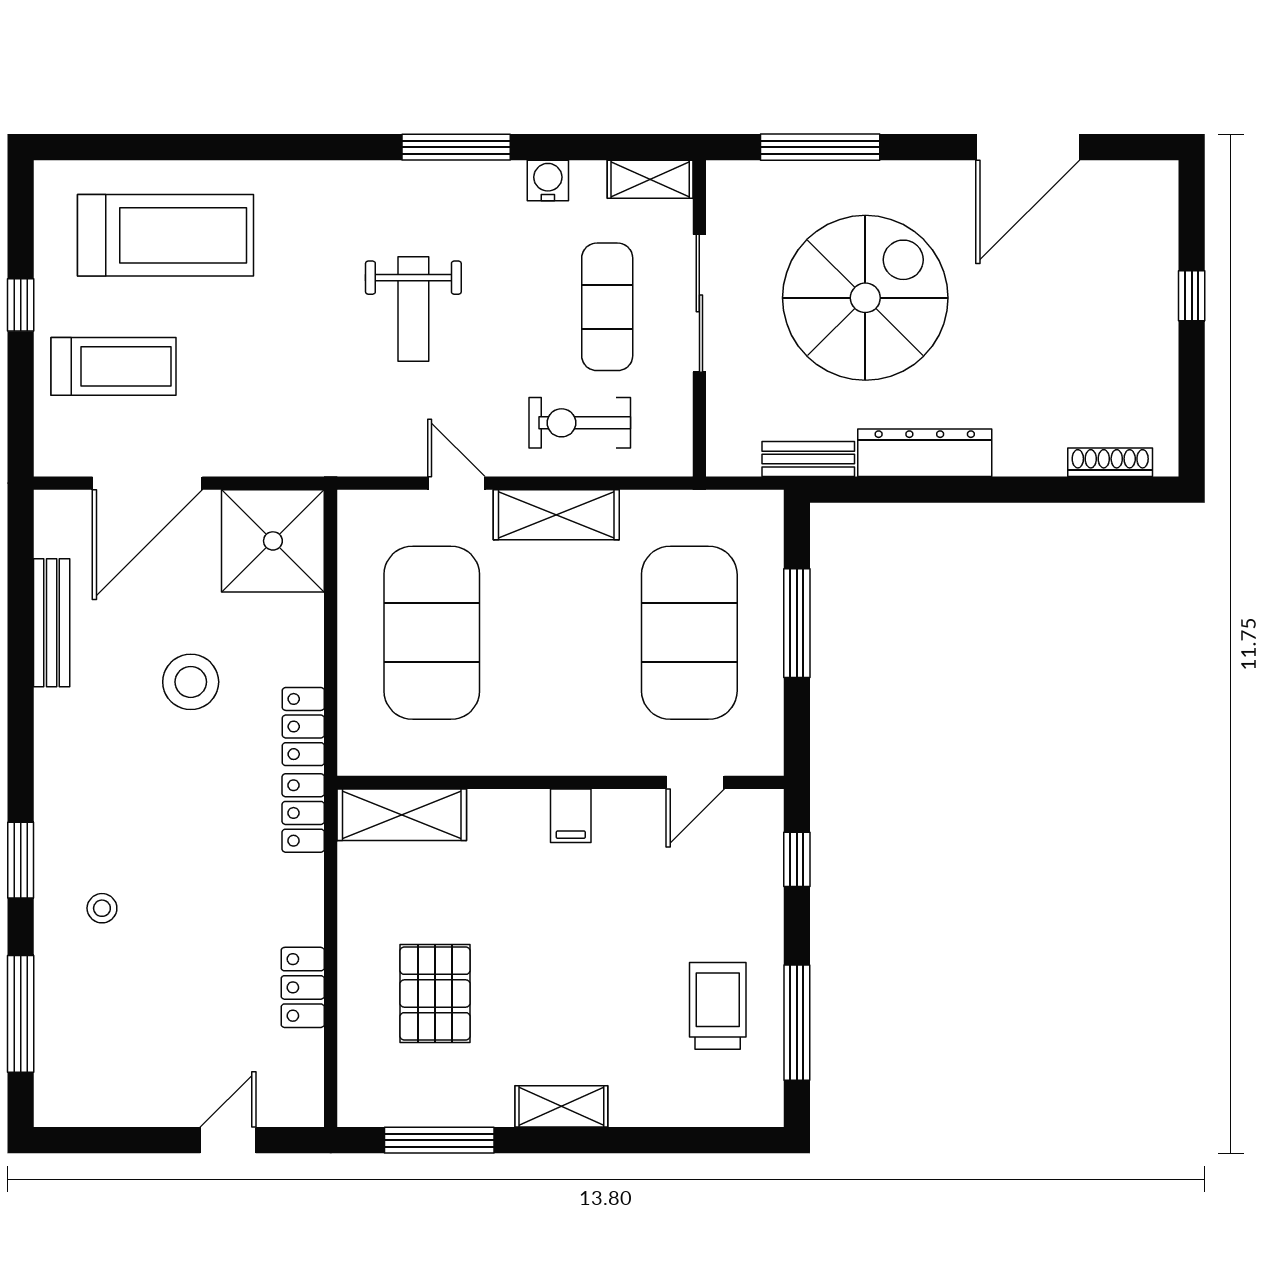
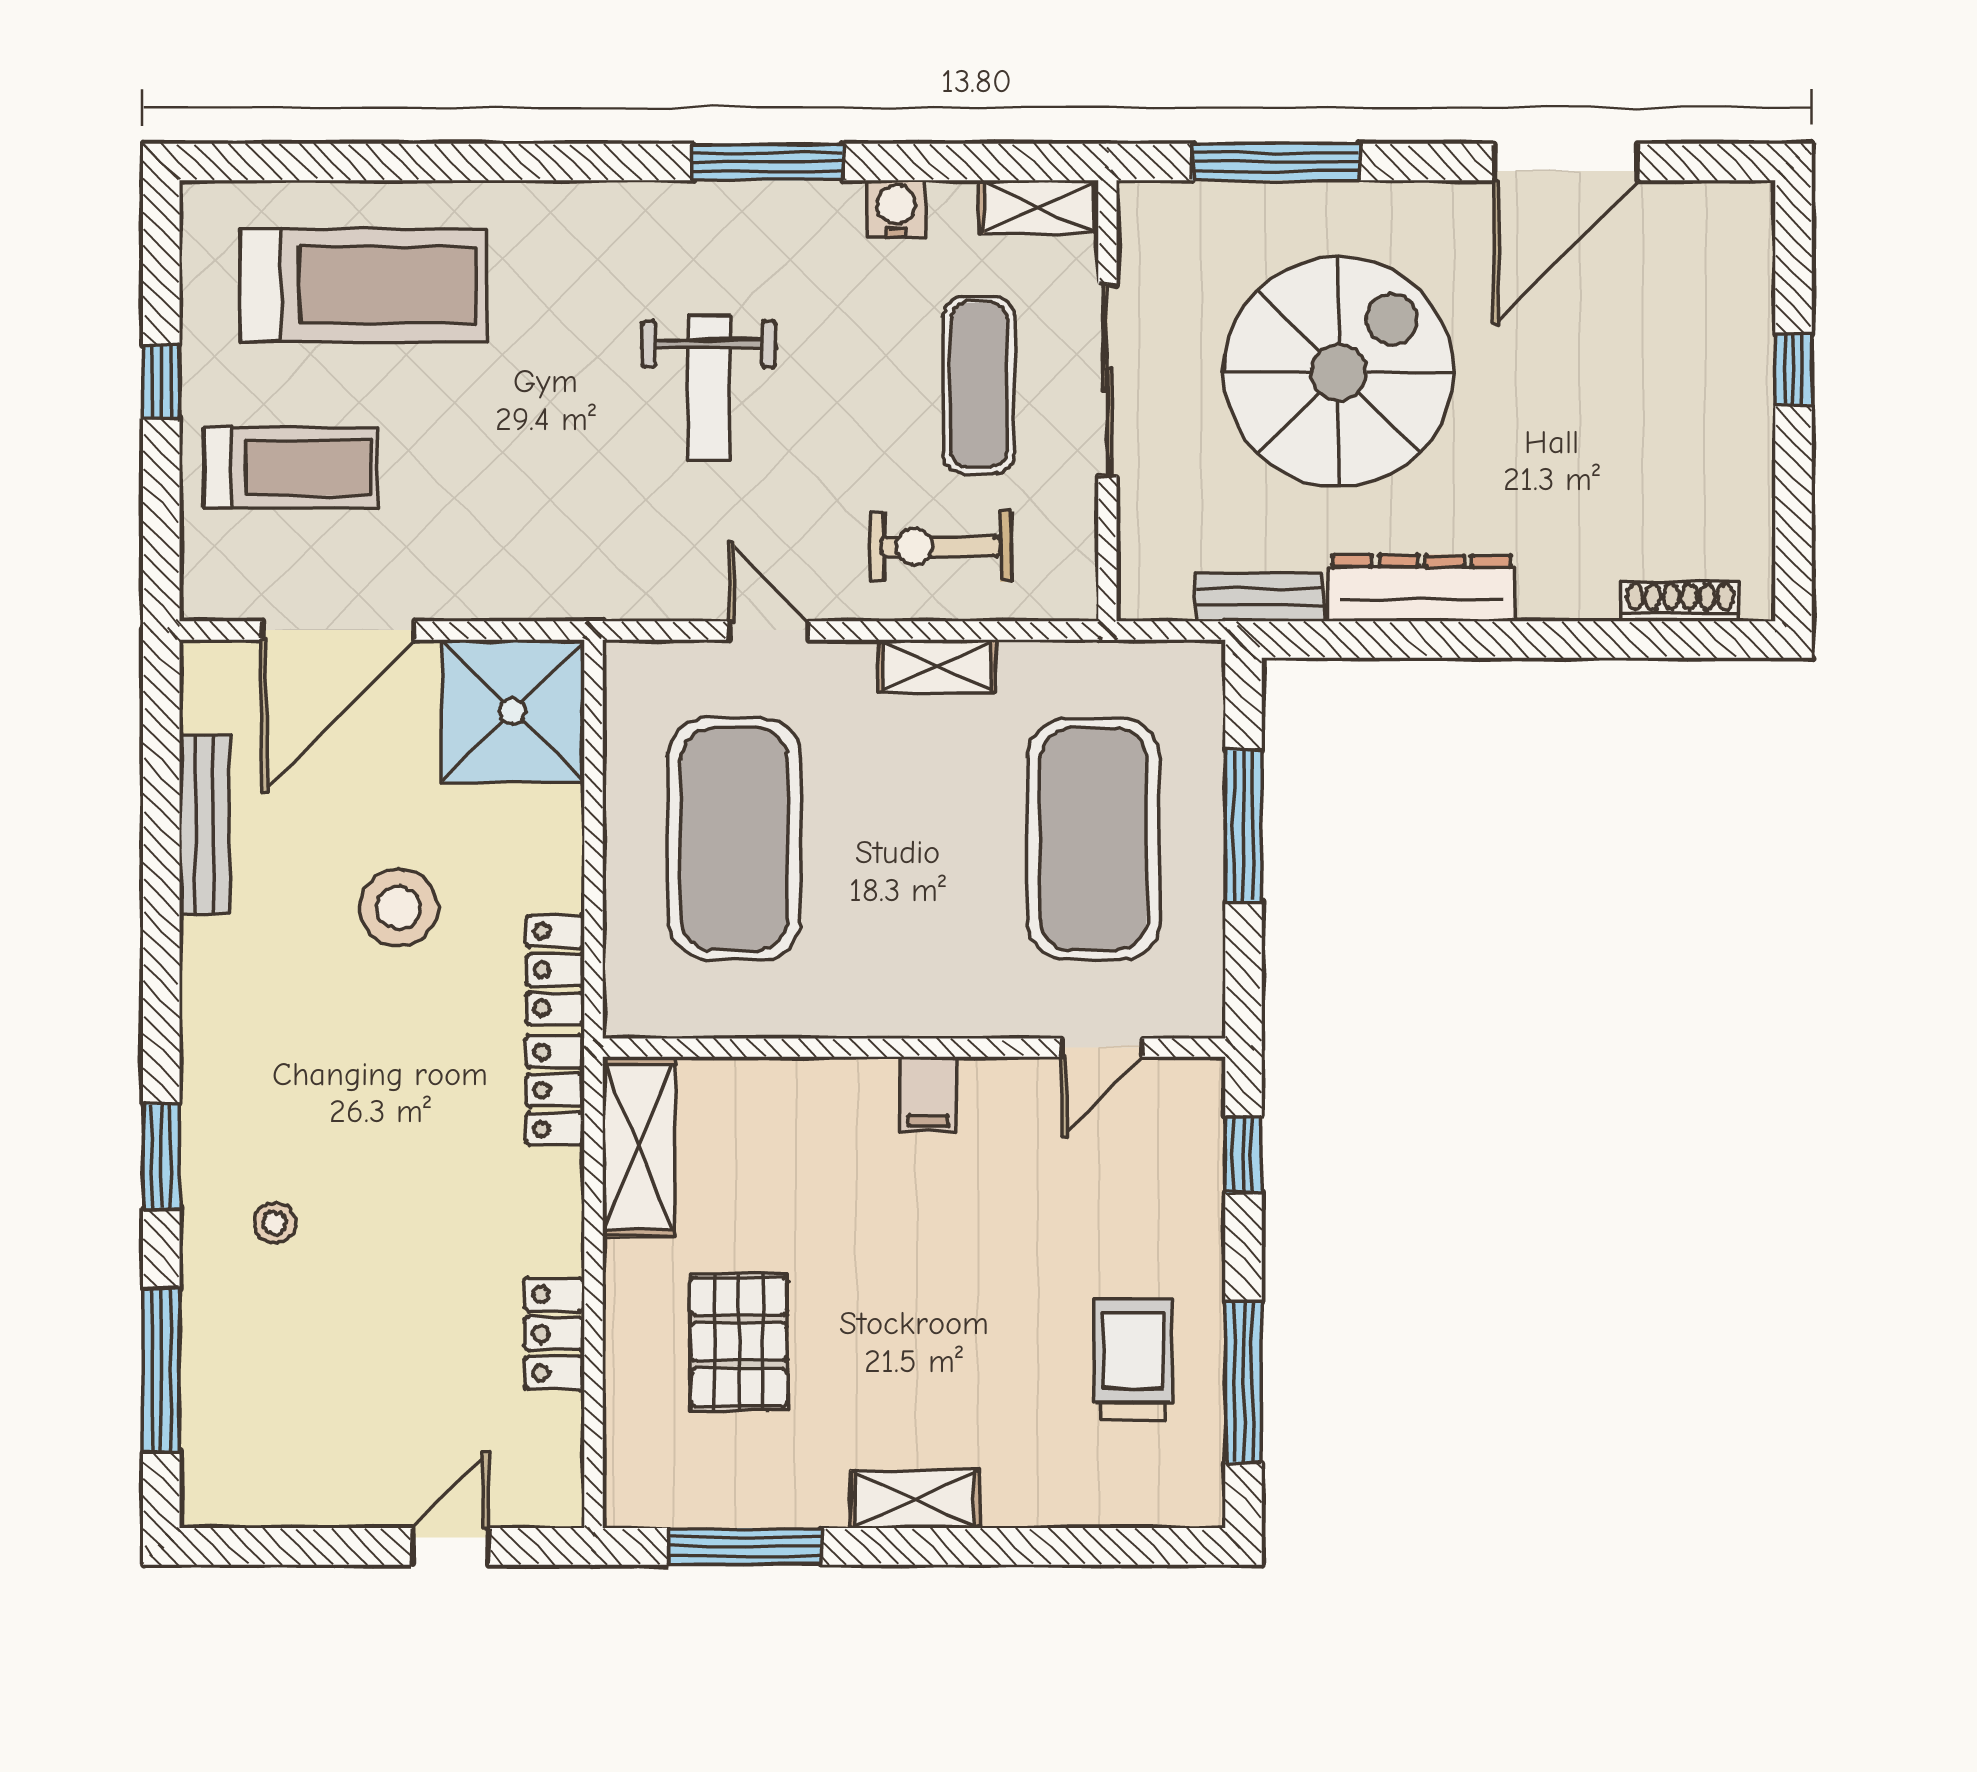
shelving: (556, 515) -> (937, 666), width x0.67, depth x0.75
shelving: (402, 815) -> (639, 1147), moved, turned 90

